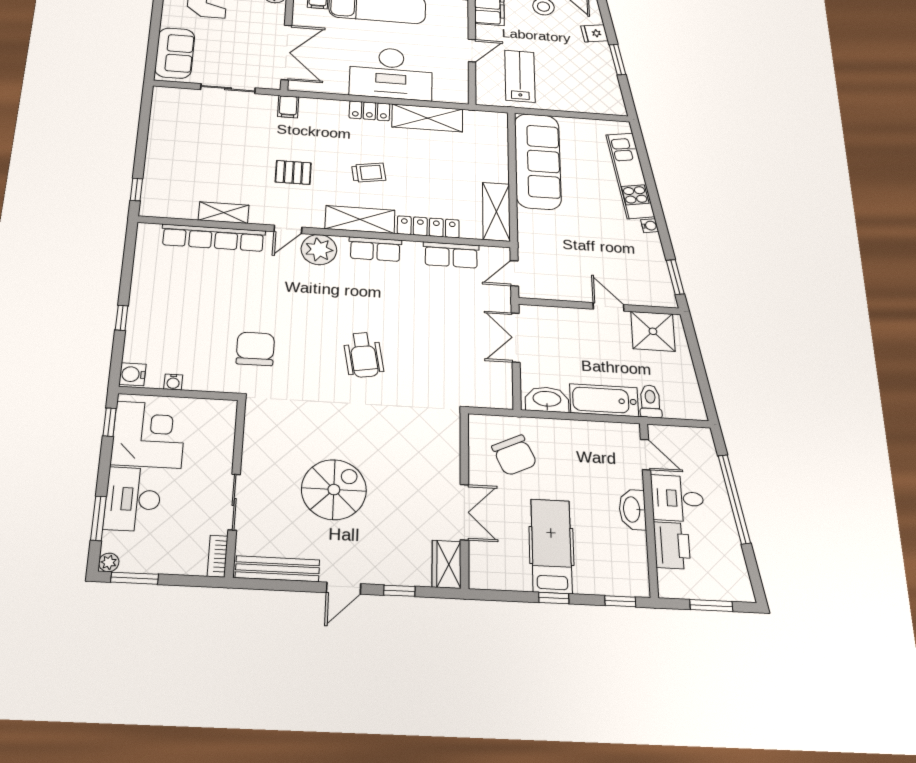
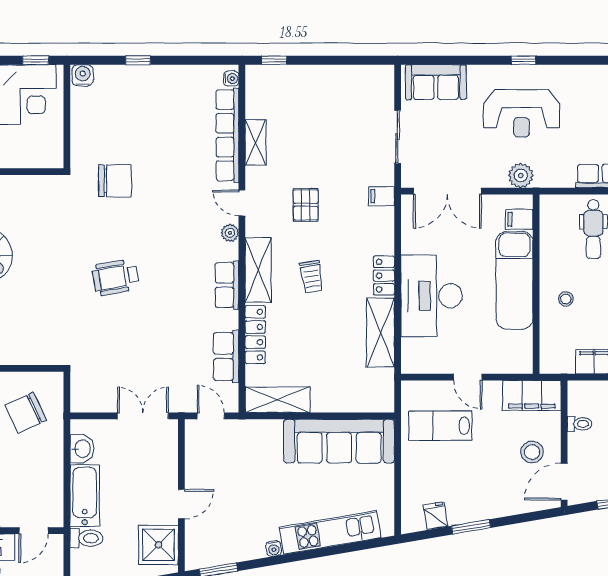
fridge: (595, 33) -> (436, 516), moved
lab bench: (520, 76) -> (440, 426), turned 180
plant: (319, 250) -> (230, 233), width x0.53, depth x0.53
water cooler: (173, 382) -> (231, 79), moved, turned 180
washbasin: (547, 399) -> (82, 449), width x0.72

